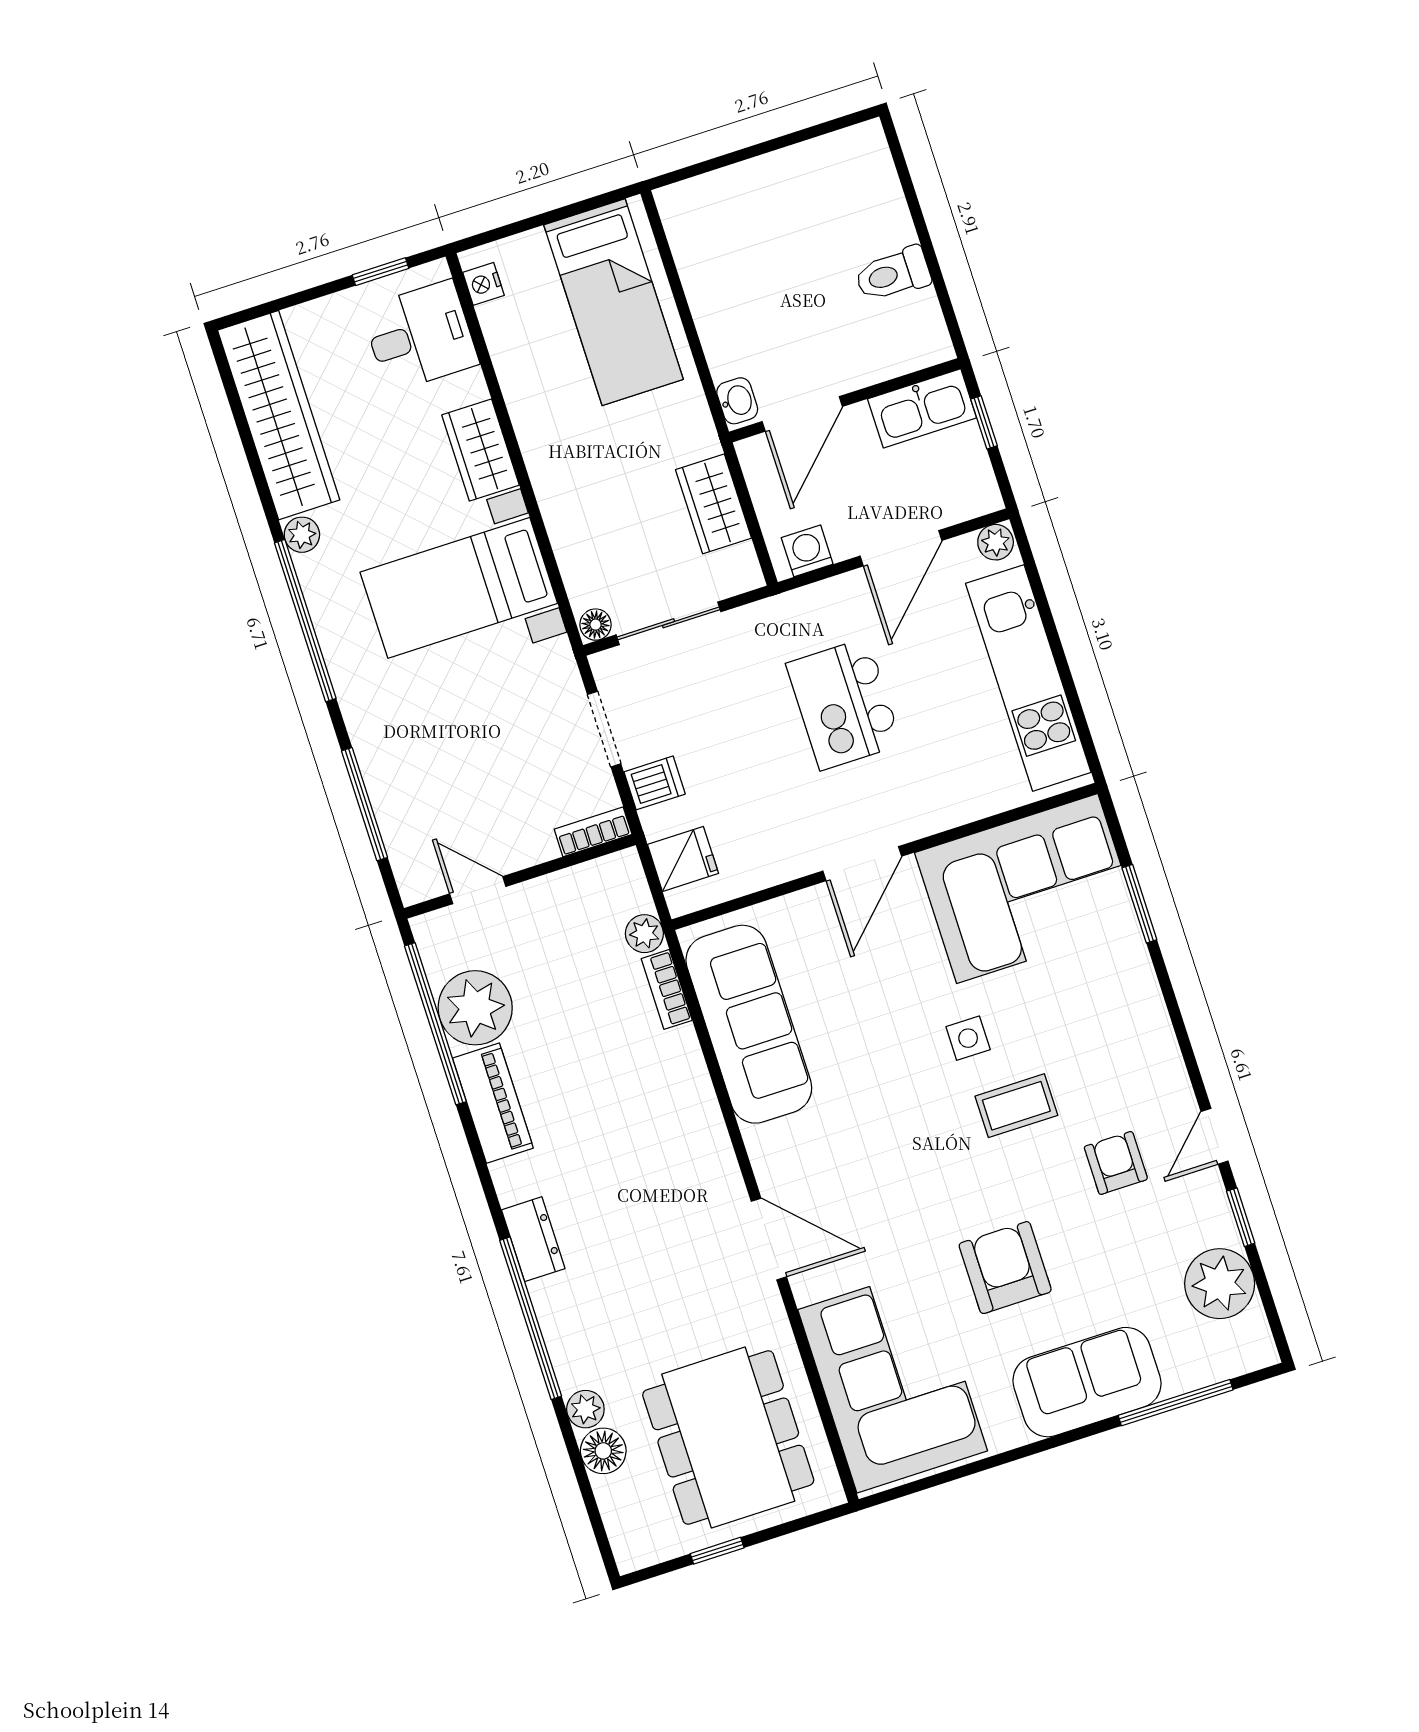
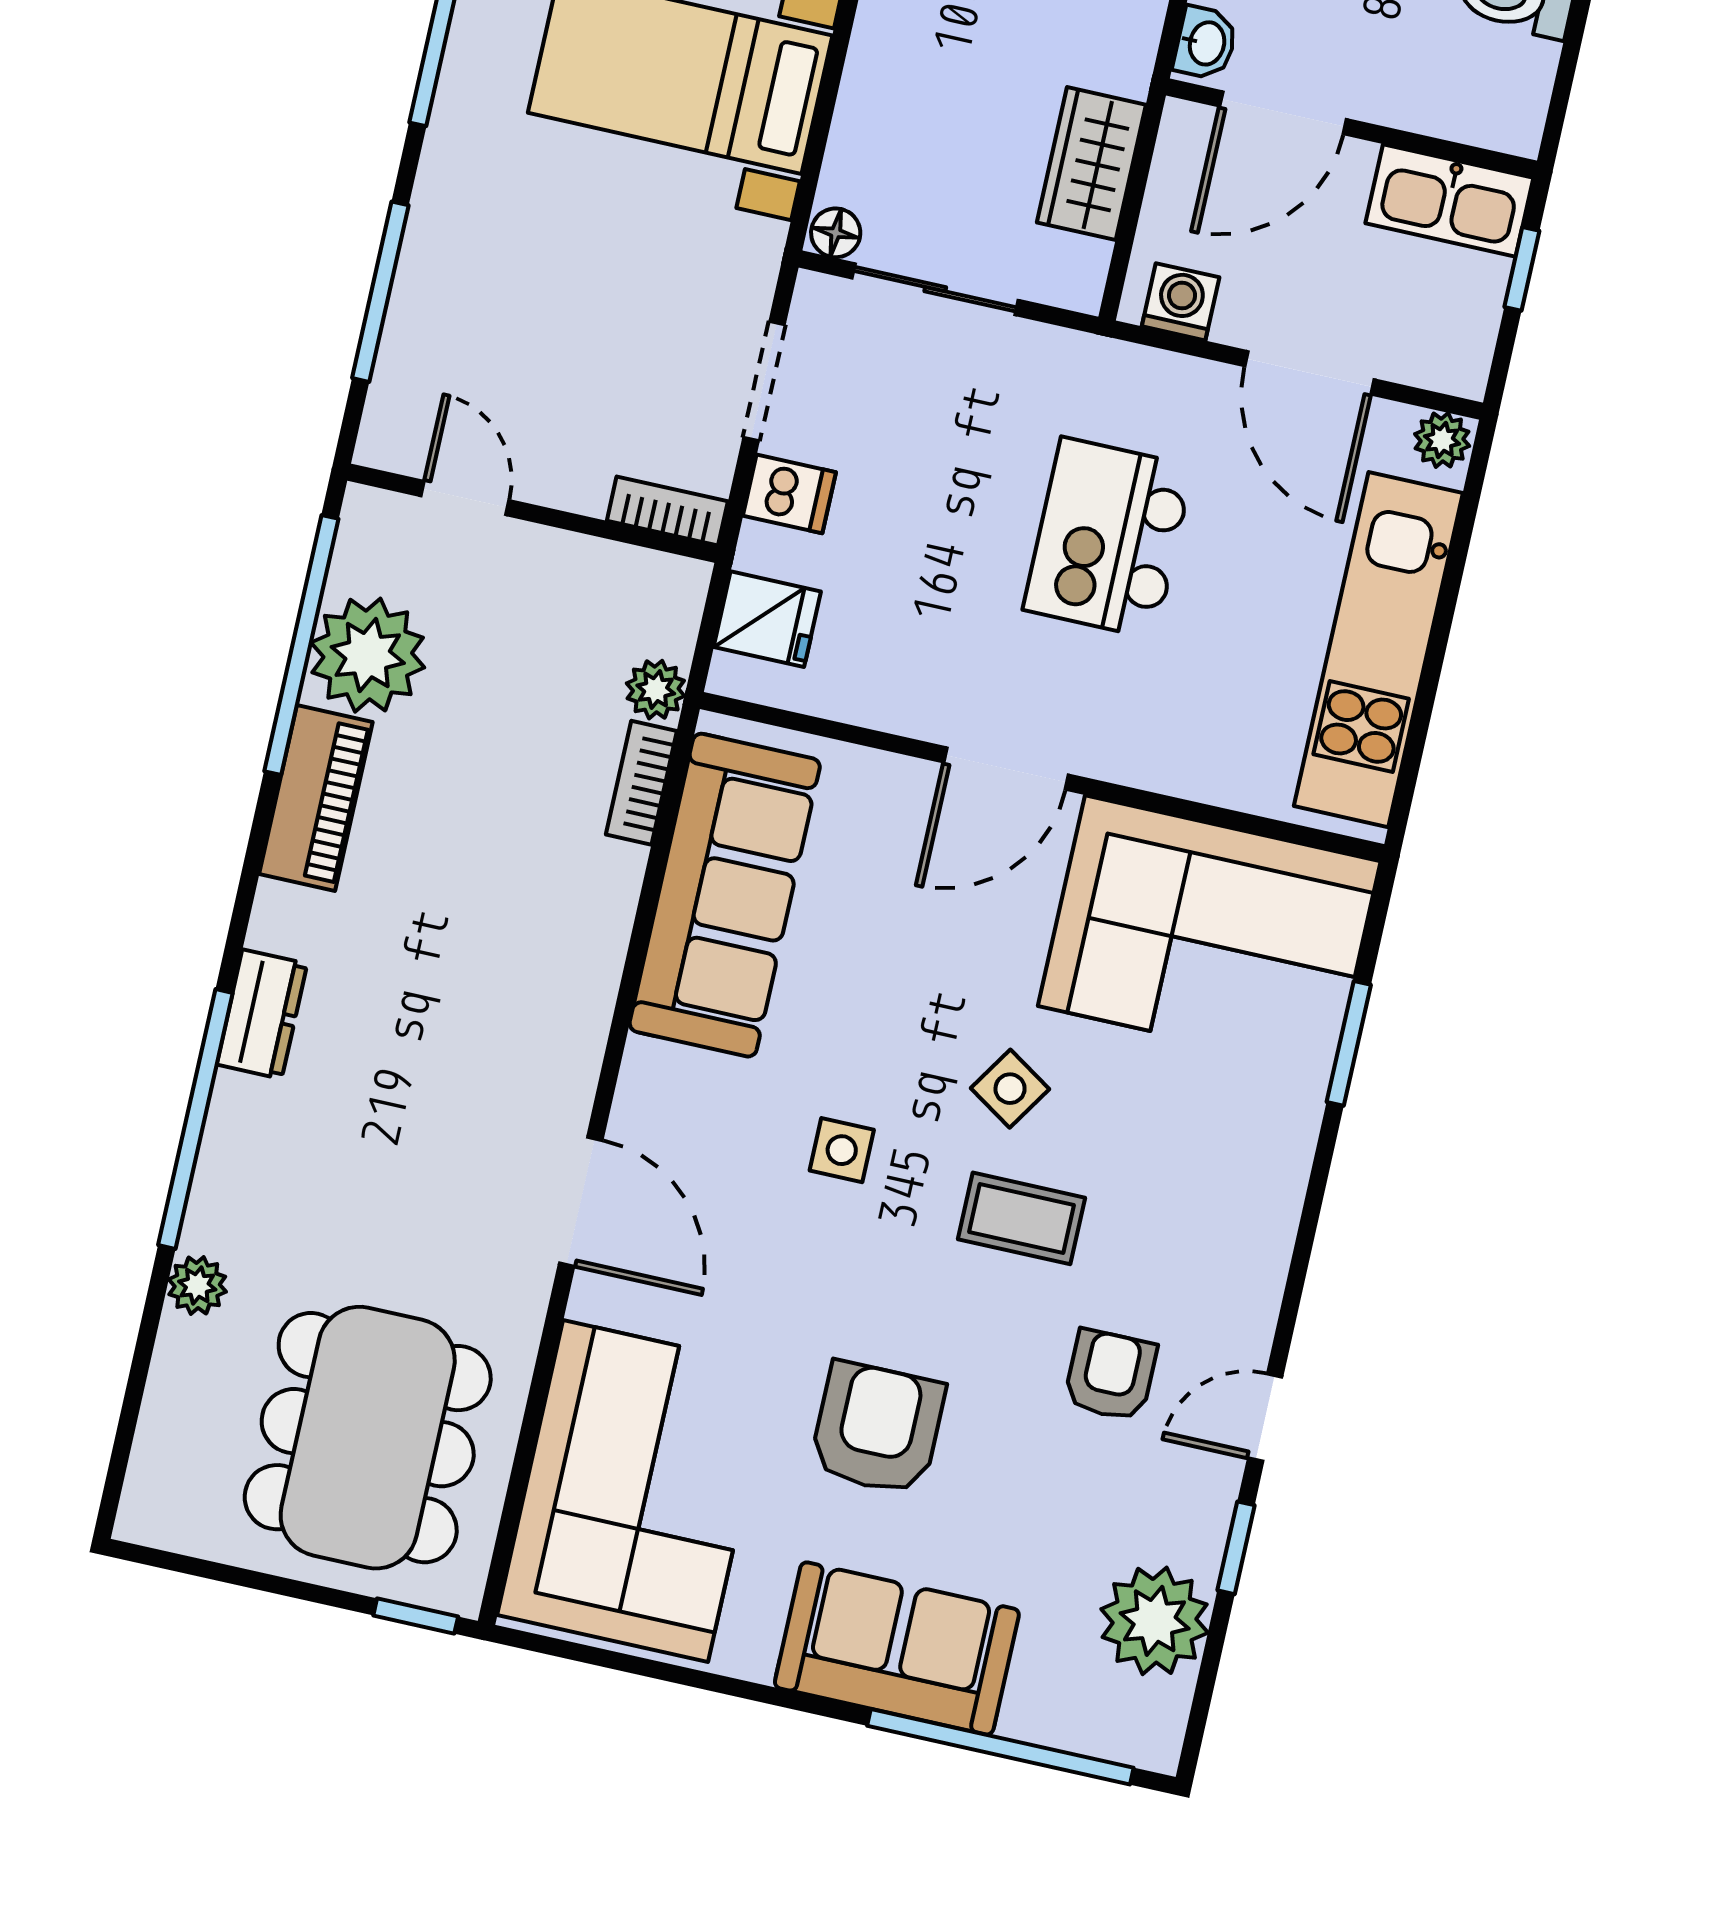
door: (901, 548) -> (1309, 373), hinge flipped
side table: (968, 1038) -> (1010, 1089), turned 33
side table: (896, 1126) -> (842, 1150), added
window: (1176, 1403) -> (1000, 1747), width x1.46
floor lamp: (603, 1451) -> (188, 1356), removed
window: (717, 1551) -> (416, 1616), moved

